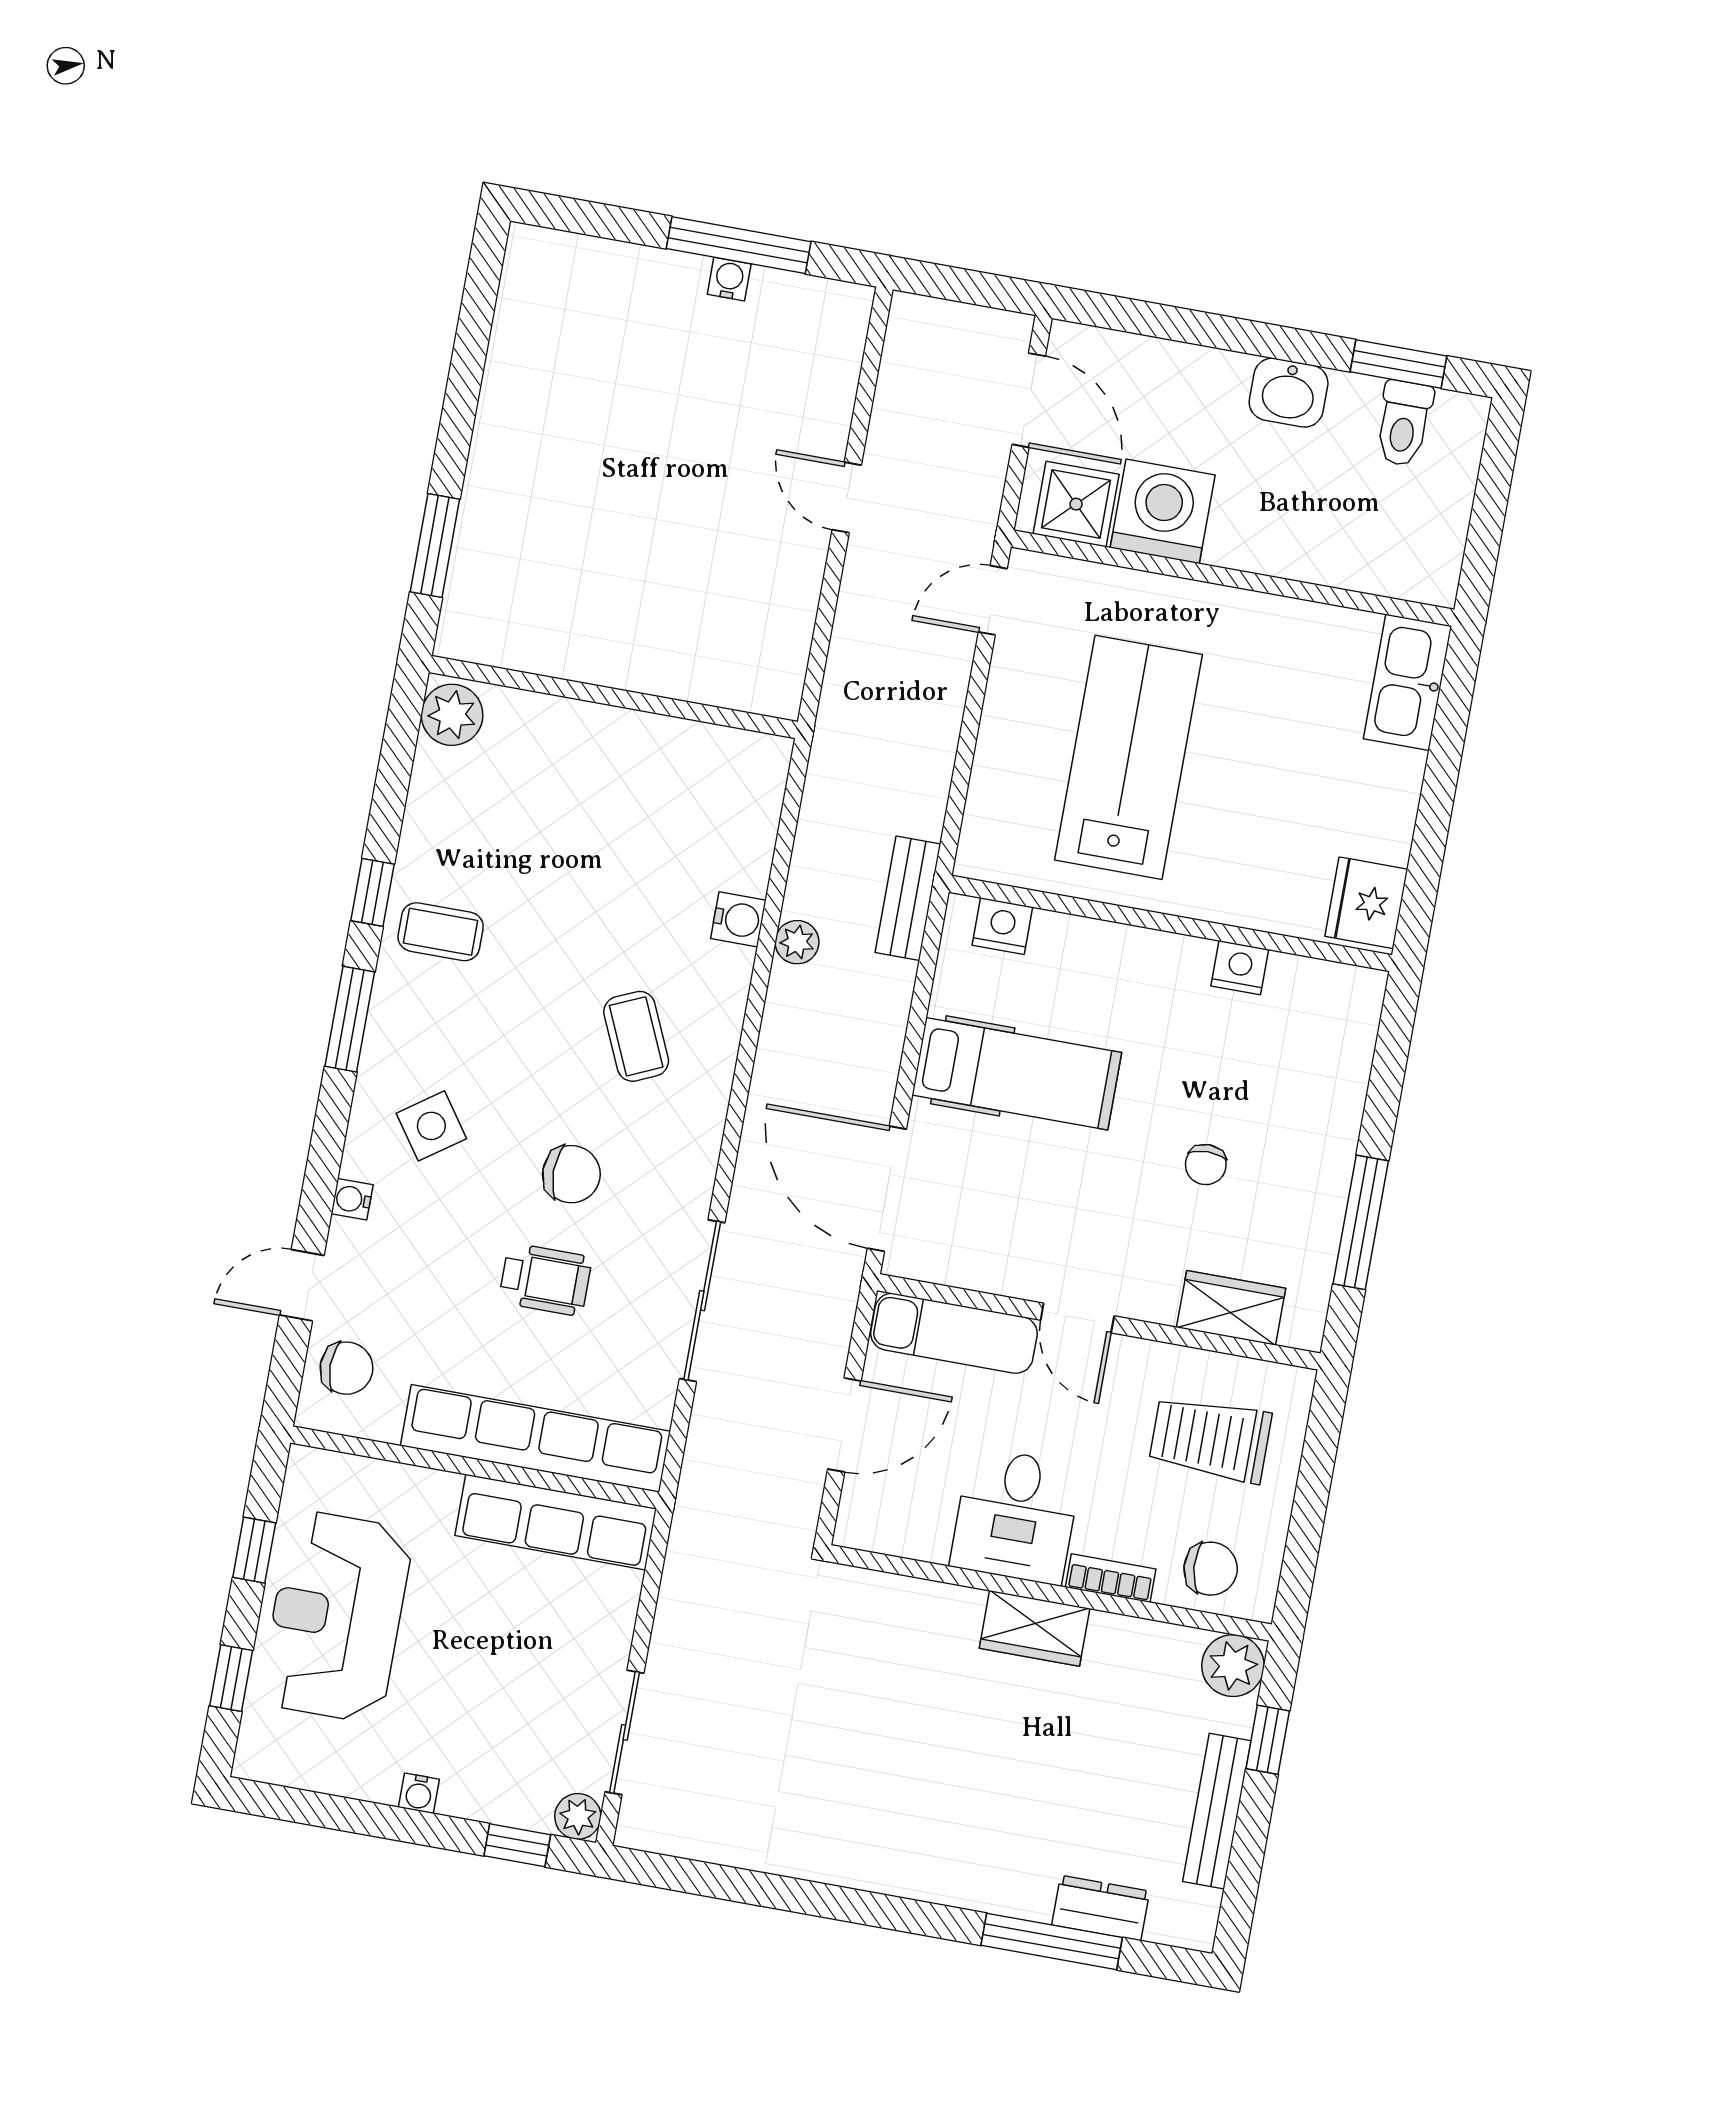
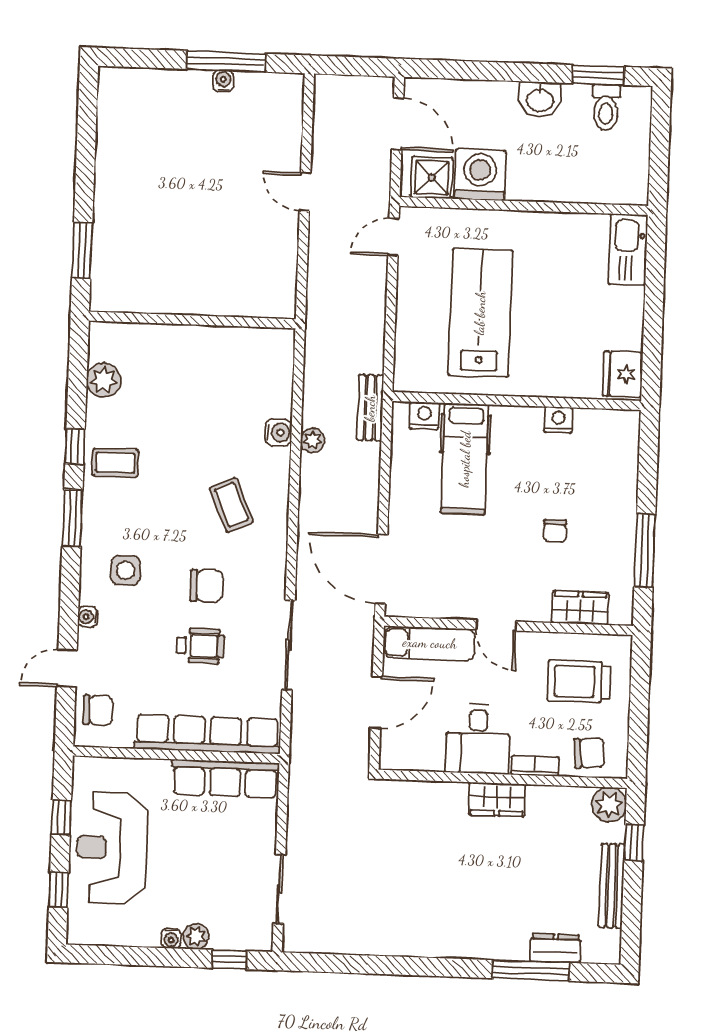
plant: (452, 715) -> (103, 380), moved
hospital bed: (1017, 1074) -> (465, 459), moved, turned 90
side table: (431, 1126) -> (126, 570), turned 35
plant: (578, 1816) -> (196, 936), moved

